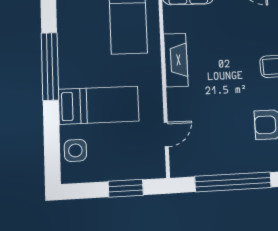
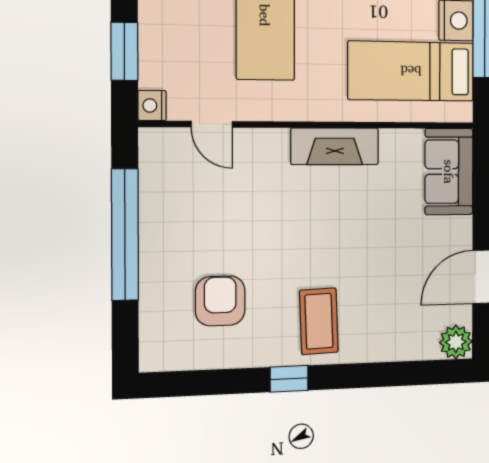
nightstand: (157, 170) -> (152, 106), added

